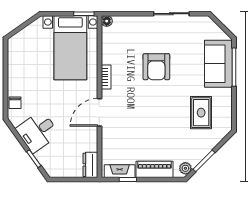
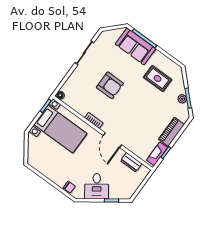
dresser: (90, 165) -> (131, 162), moved
plant: (185, 168) -> (182, 99), moved

